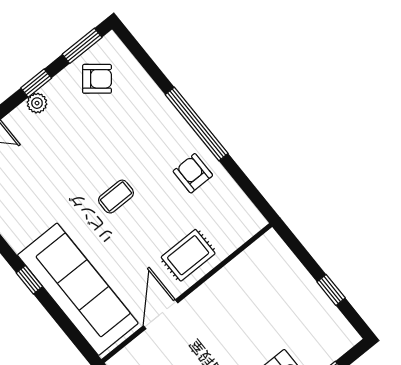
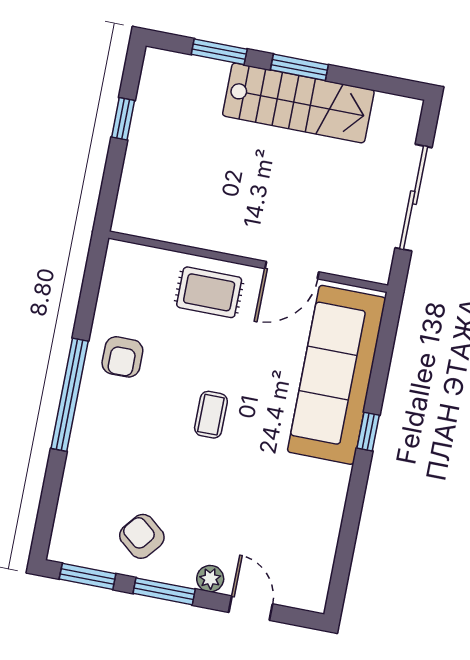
armchair: (97, 79) -> (142, 536), moved
window: (36, 83) -> (164, 591), width x1.50
plant: (37, 103) -> (210, 579), moved
coffee table: (116, 197) -> (211, 415), turned 90

